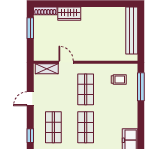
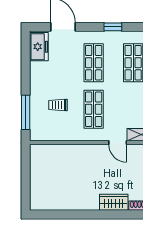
bench: (132, 31) -> (37, 181), removed
trolley: (119, 79) -> (58, 105), moved

